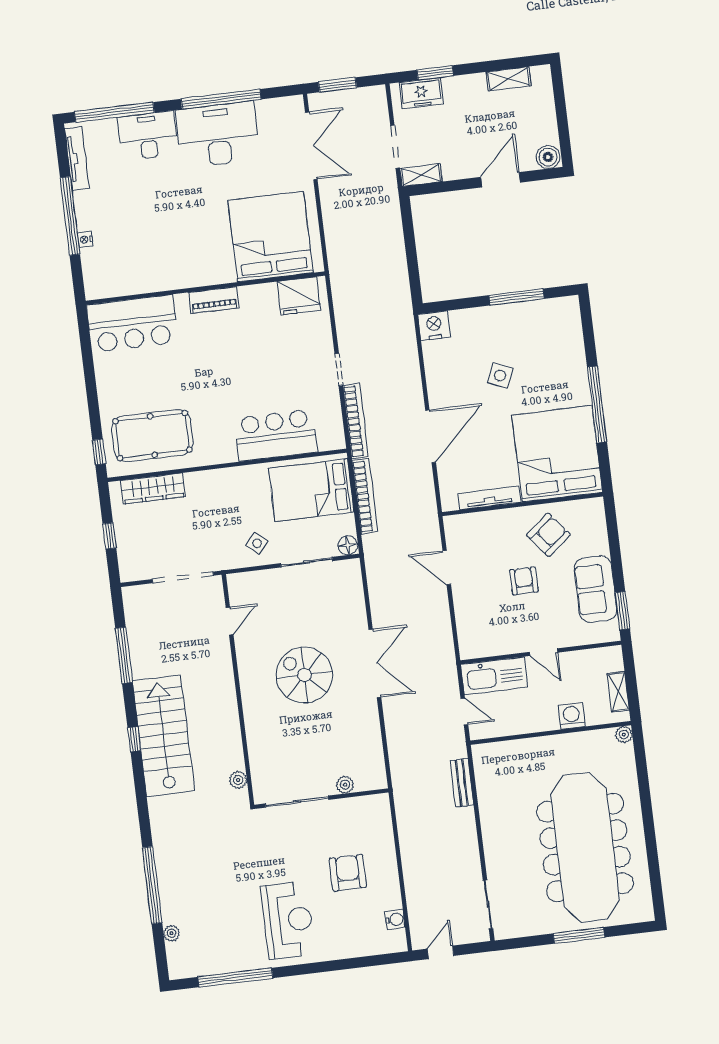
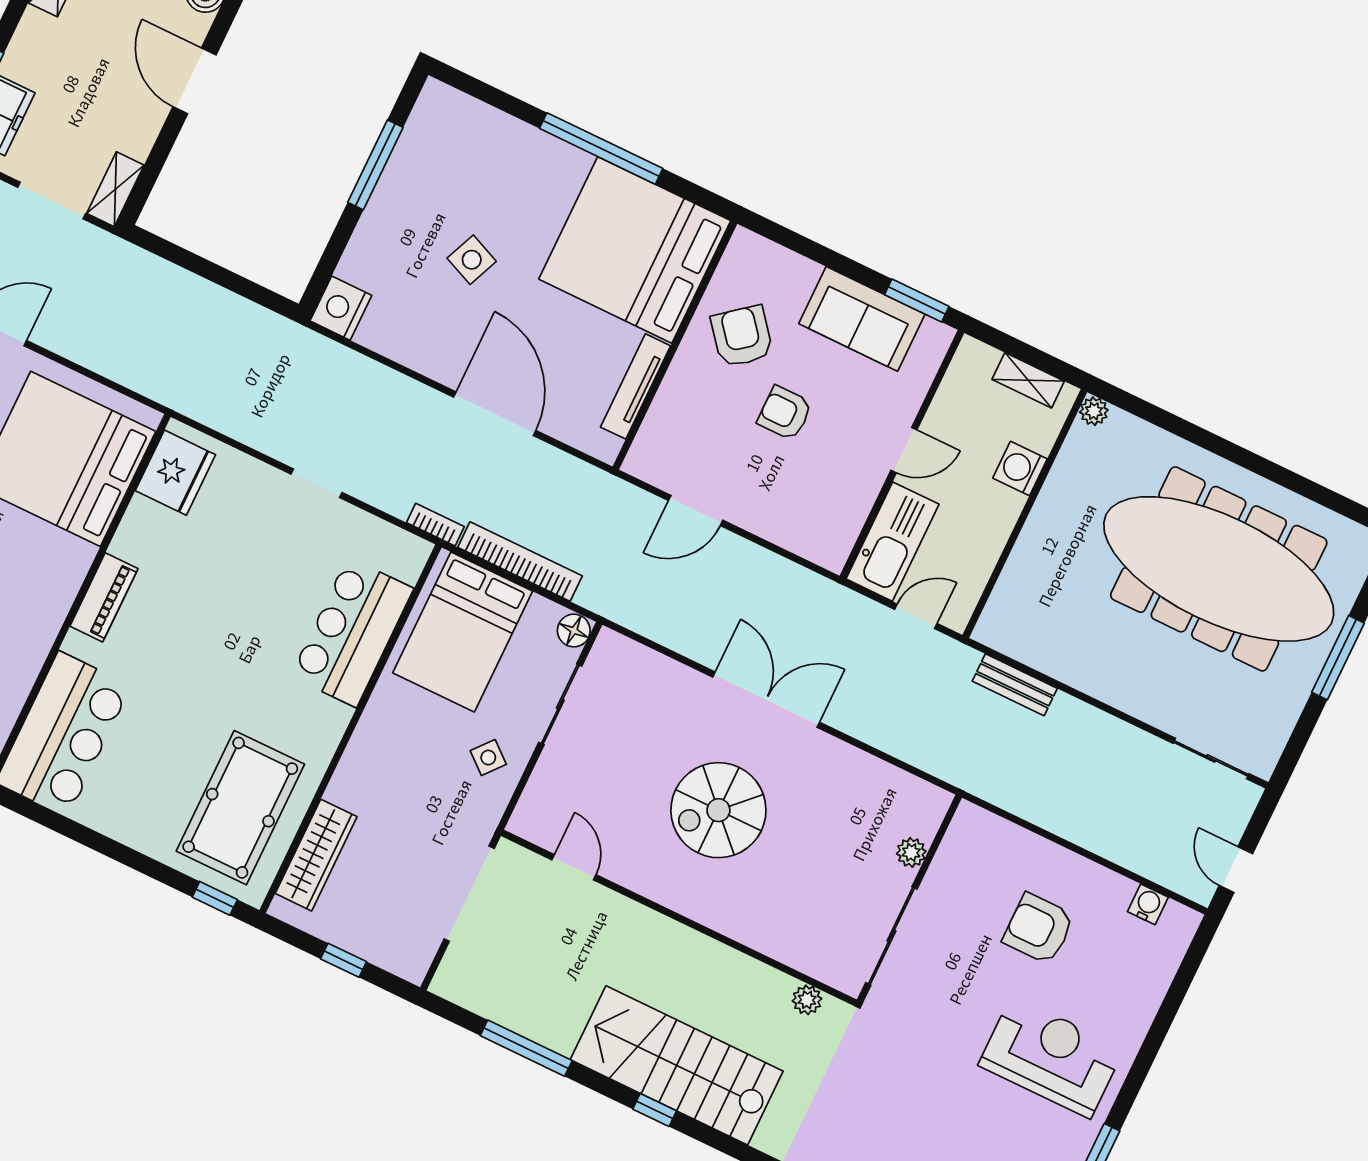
bookcase: (356, 421) -> (435, 525), width x0.43, depth x0.76

